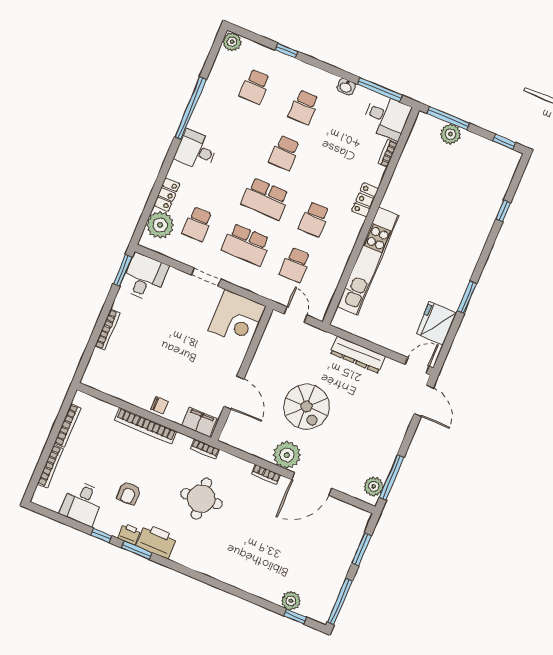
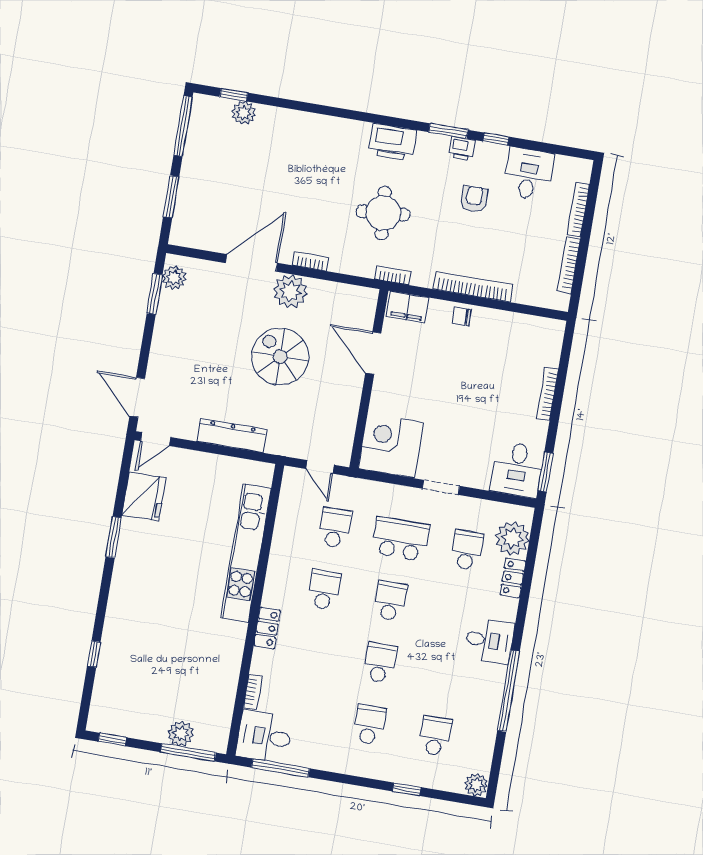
washbasin: (346, 87) -> (323, 762), removed
school desk: (265, 199) -> (390, 601), width x0.54
window: (392, 477) -> (155, 294), width x0.69
printer: (157, 541) -> (393, 142), moved

